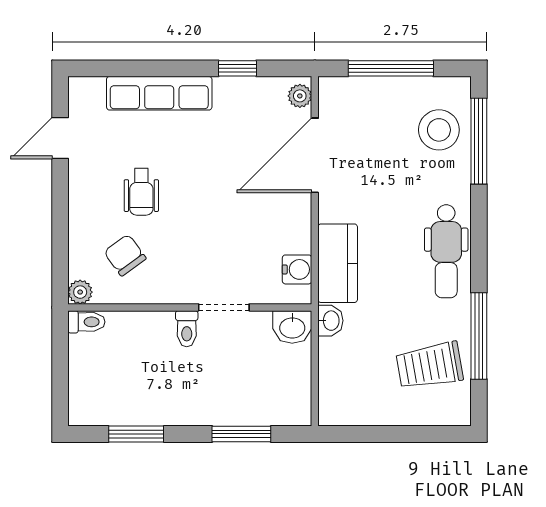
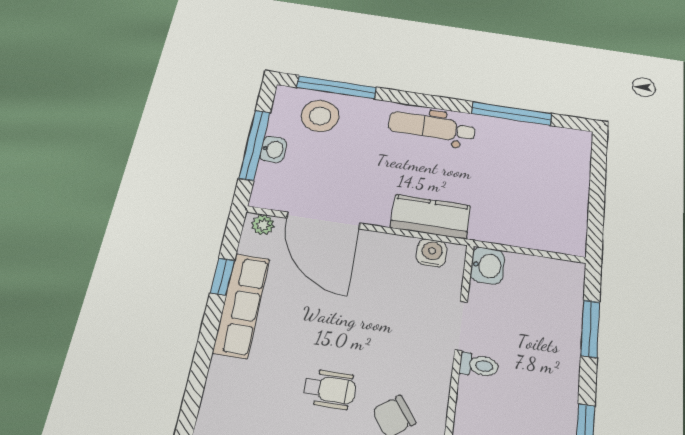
row of seats: (159, 93) -> (241, 305), moved
dental chair: (446, 251) -> (432, 127), turned 180
washbasin: (330, 321) -> (273, 149), moved, turned 90
trolley: (430, 366) -> (535, 156), removed

